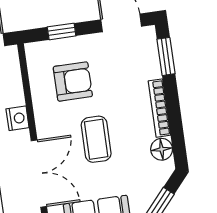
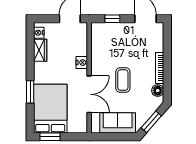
window: (166, 56) -> (167, 40), removed
armchair: (73, 81) -> (115, 47), removed

